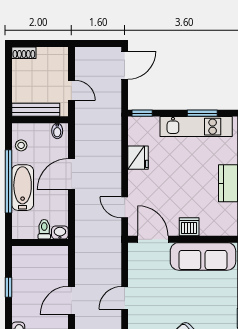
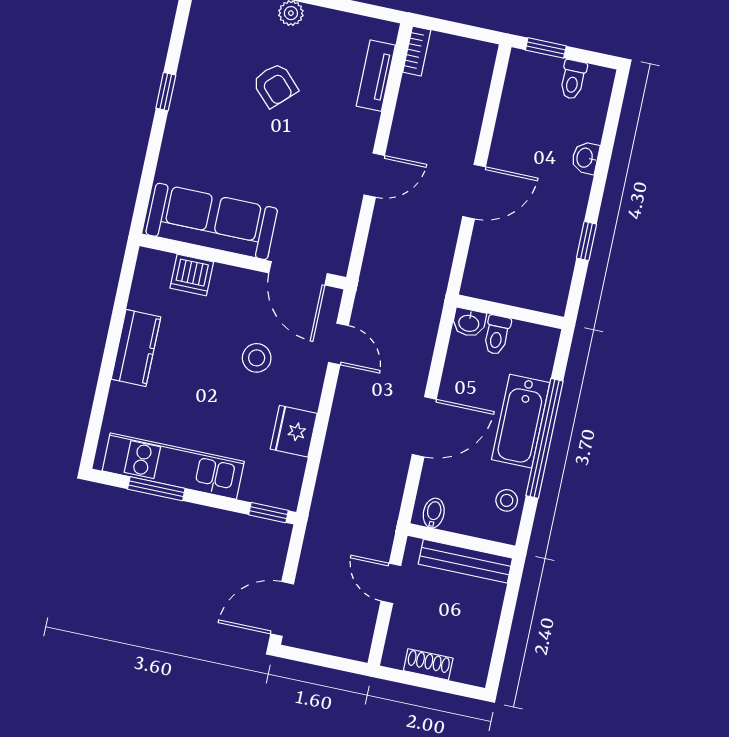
shoe rack: (24, 53) -> (428, 664), moved
stool: (165, 191) -> (257, 358), added
dishwasher: (189, 227) -> (192, 275), moved

